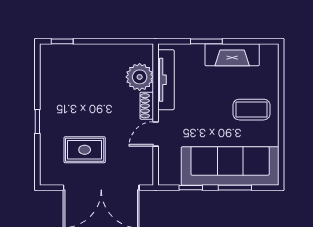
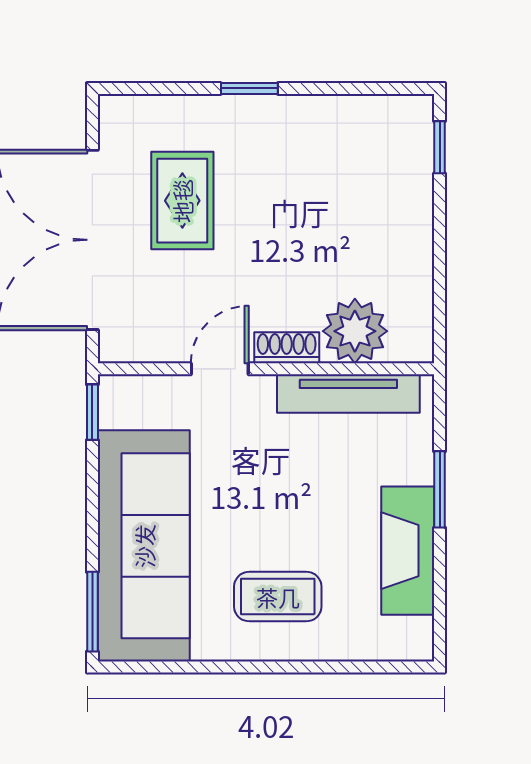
coffee table: (251, 110) -> (278, 597), turned 90
door: (156, 134) -> (220, 369), hinge flipped
window: (191, 188) -> (92, 412), moved
window: (235, 188) -> (92, 612), moved

